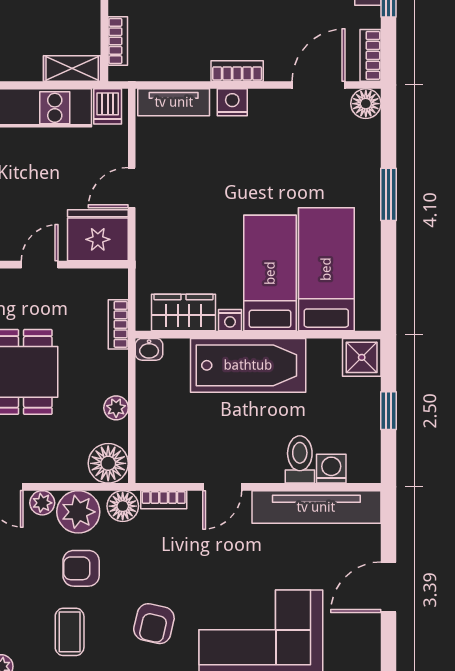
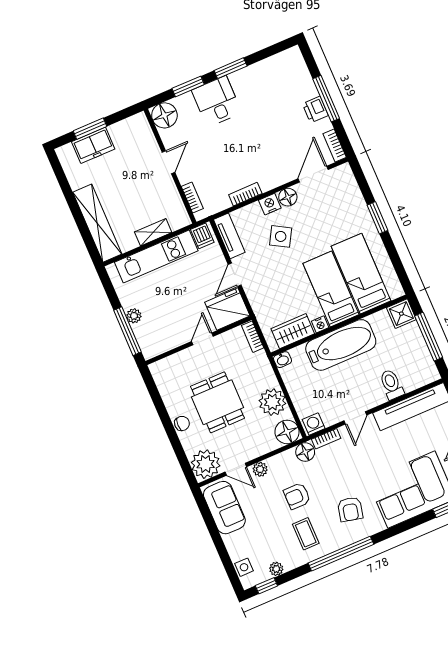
shelving: (72, 68) -> (153, 232), moved
bookcase: (237, 71) -> (245, 194), moved
tv unit: (174, 102) -> (229, 236), moved, turned -90
floor lamp: (366, 104) -> (288, 197), moved
side table: (228, 159) -> (281, 236), added
bookcase: (118, 324) -> (253, 337), moved
plant: (116, 408) -> (272, 402), width x1.87, depth x1.87
window: (388, 411) -> (429, 337), width x2.17
washing machine: (331, 469) -> (314, 424), moved
plant: (78, 512) -> (282, 466), removed

